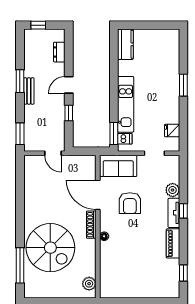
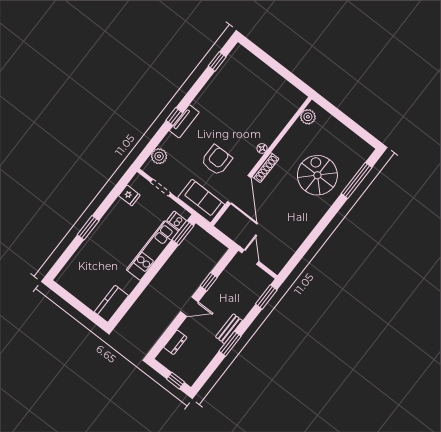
plant: (173, 190) -> (159, 156), moved
piano: (173, 243) -> (206, 95), removed
spiral stairs: (50, 248) -> (317, 175), width x0.73, depth x0.73

